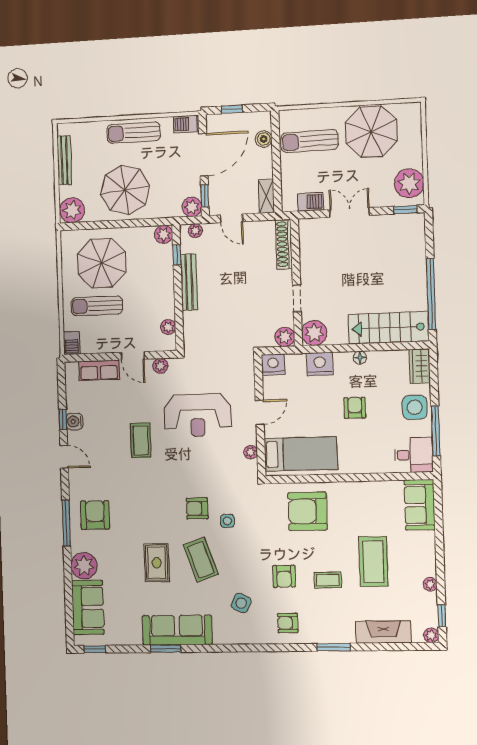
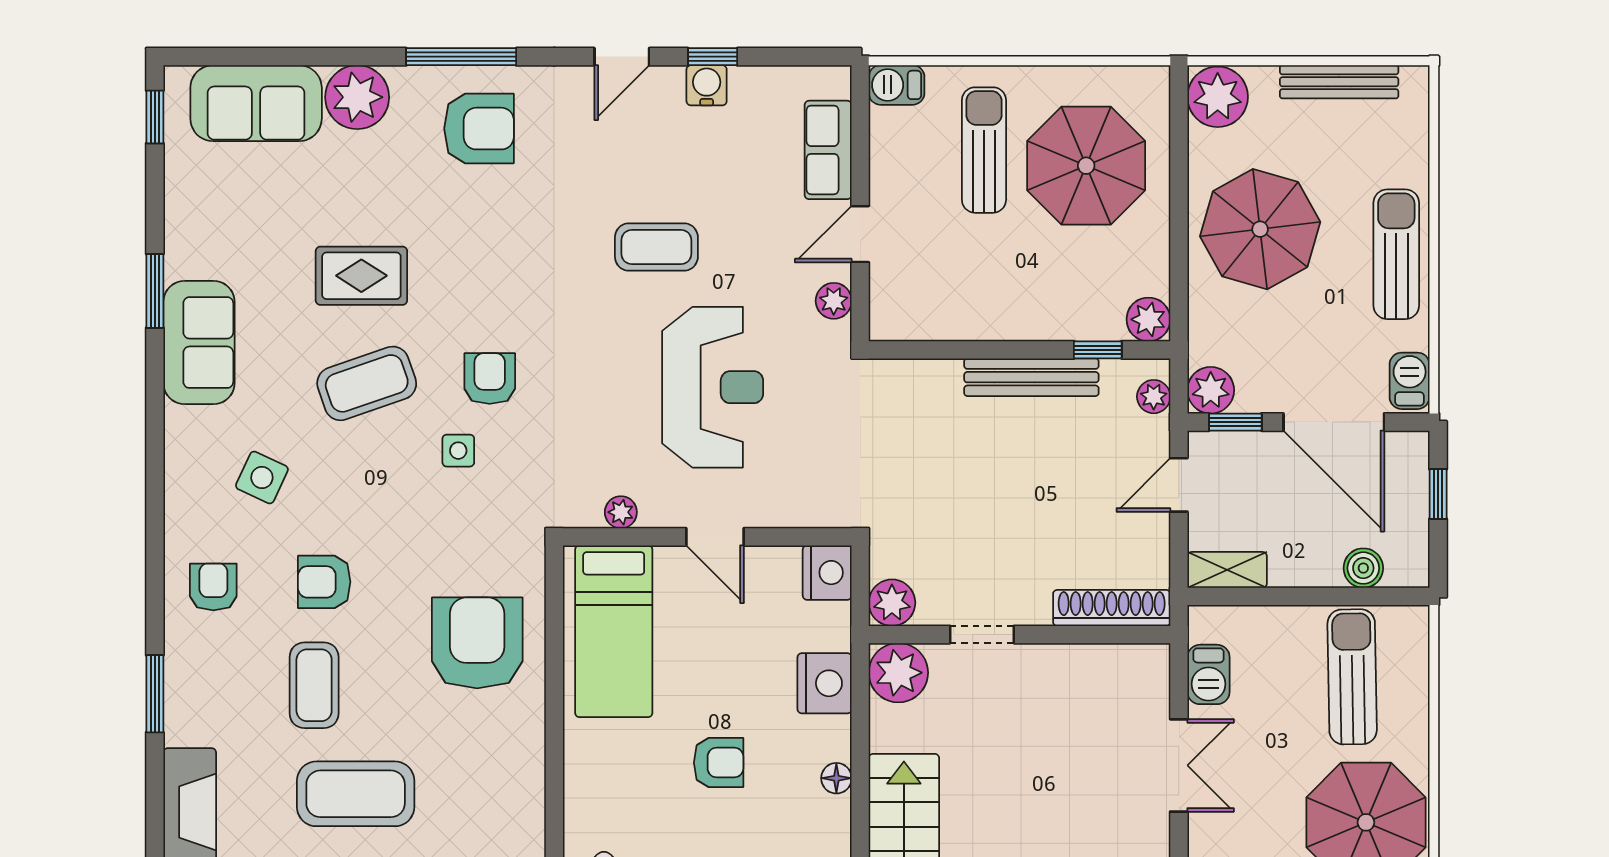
plant: (168, 327) -> (926, 323), removed
reception desk: (198, 415) -> (713, 387), turned 180
coffee table: (328, 580) -> (314, 685), width x1.36, depth x1.30
sofa: (177, 630) -> (199, 343), width x0.73

